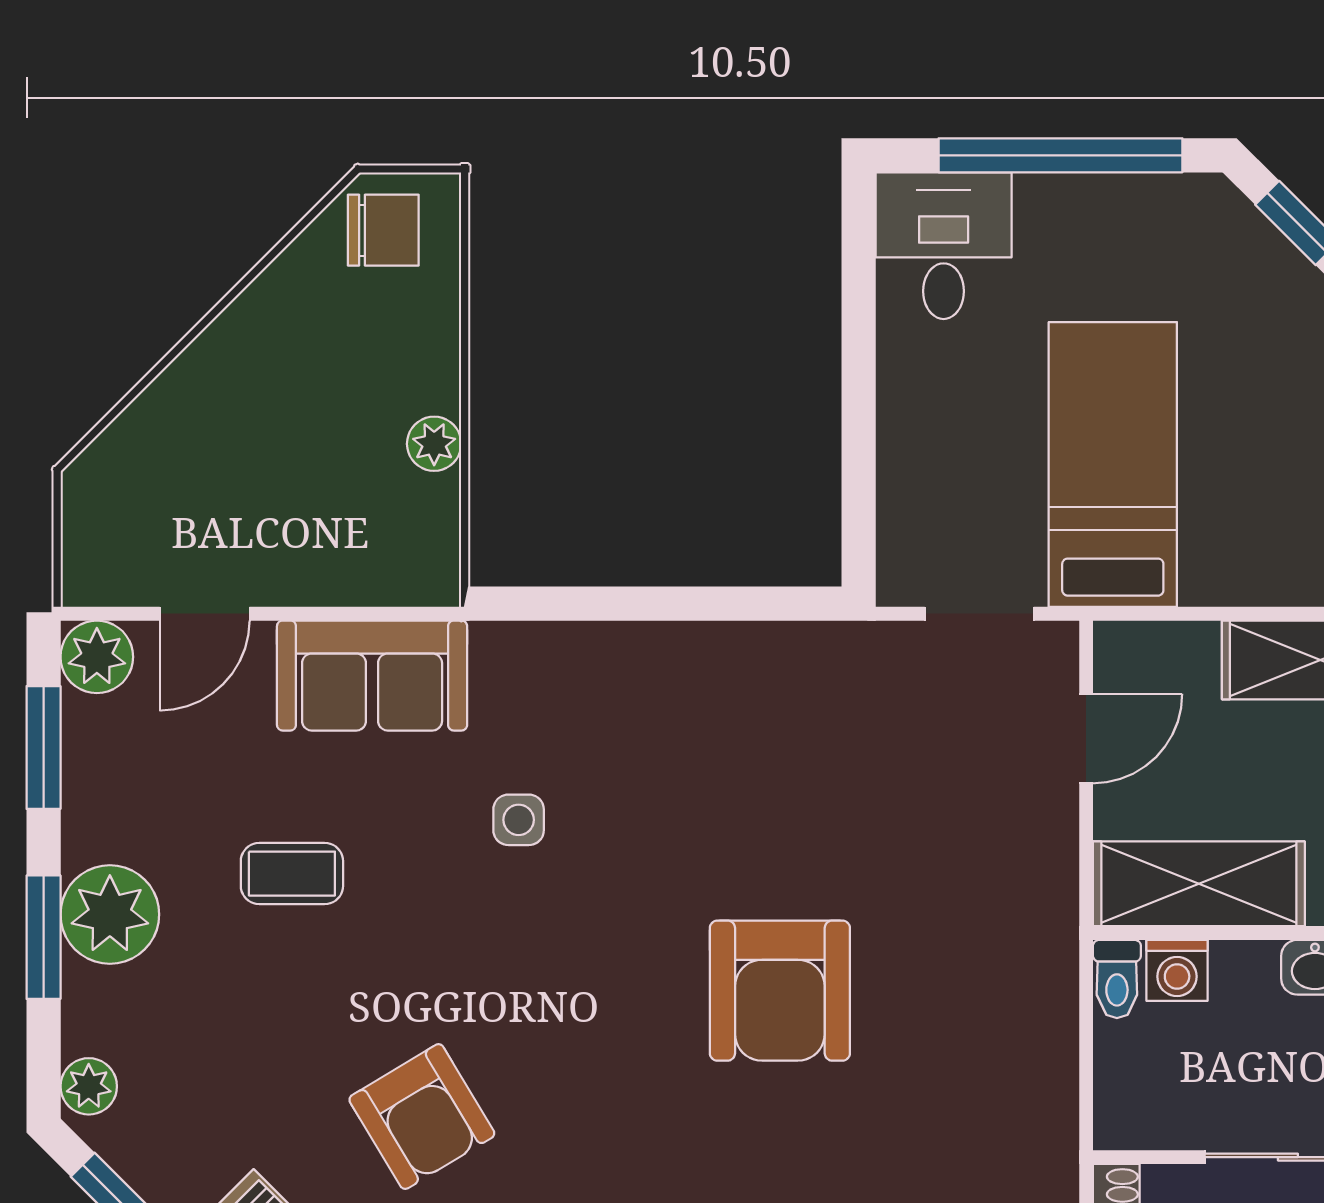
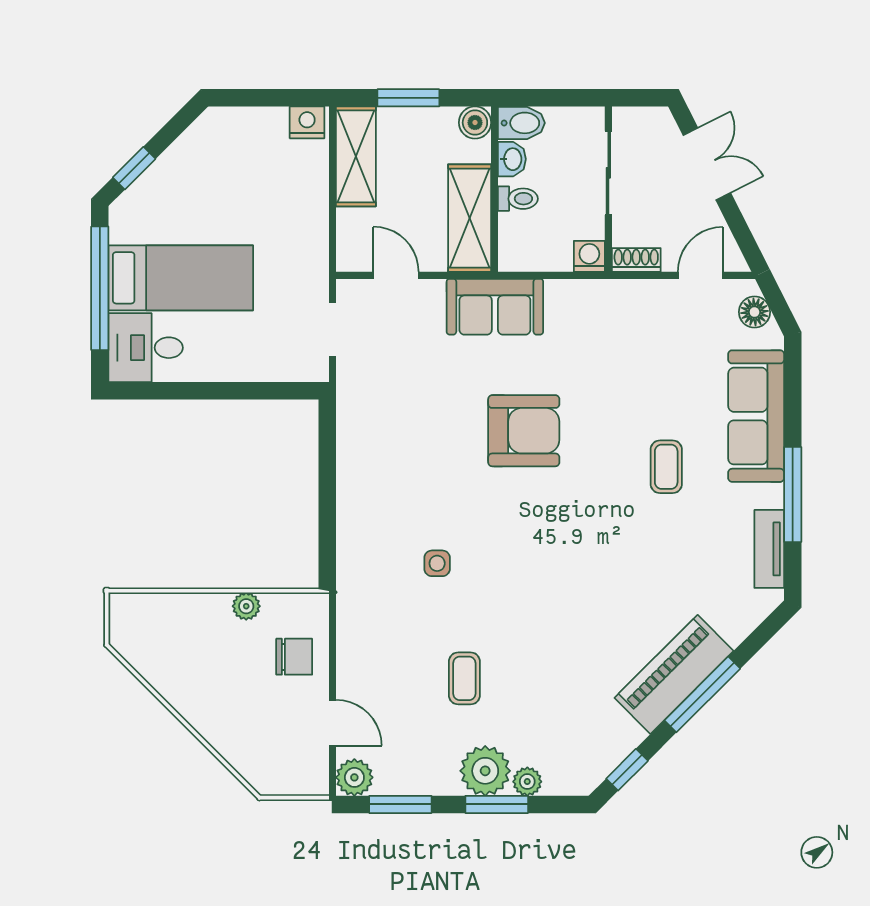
chair: (383, 230) -> (294, 657), moved, turned 90
bed: (1113, 465) -> (181, 278), moved, turned 180
sofa: (372, 676) -> (495, 307), moved, turned 90
washing machine: (1177, 970) -> (589, 256), moved, turned -90
toilet: (1117, 979) -> (518, 199), moved
plant: (89, 1086) -> (527, 782), moved
armchair: (422, 1117) -> (588, 612), removed

